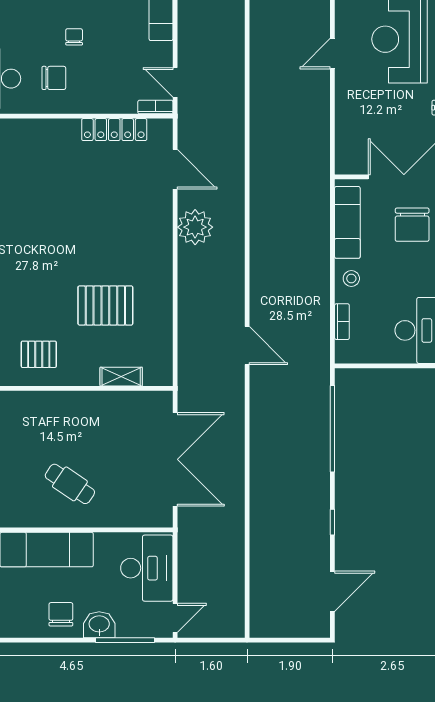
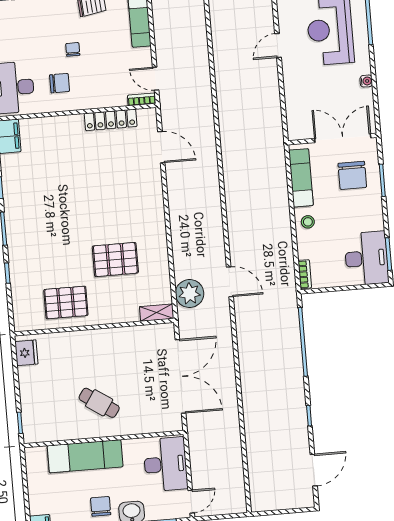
plant: (195, 227) -> (190, 294), moved
bookcase: (342, 322) -> (305, 274), moved
pallet: (39, 354) -> (66, 302), width x1.50, depth x1.42
shelving: (121, 377) -> (157, 313), moved

